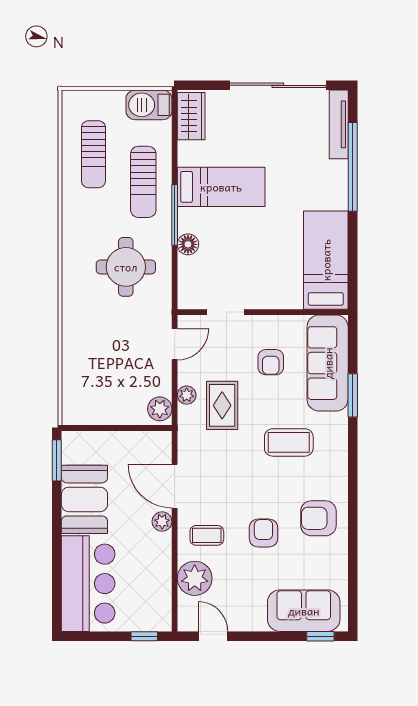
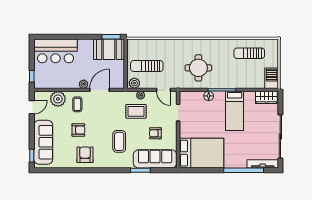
sun lounger: (143, 182) -> (147, 66), moved
bed: (326, 260) -> (202, 153), width x1.50
booth: (84, 499) -> (109, 49), moved
sofa: (304, 611) -> (43, 142), width x1.36

